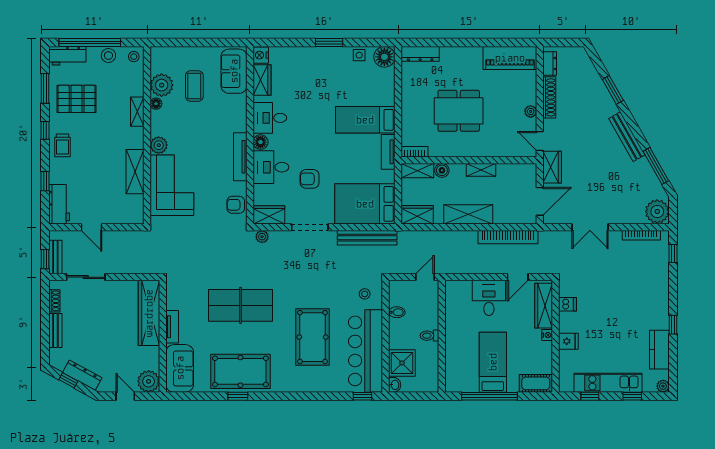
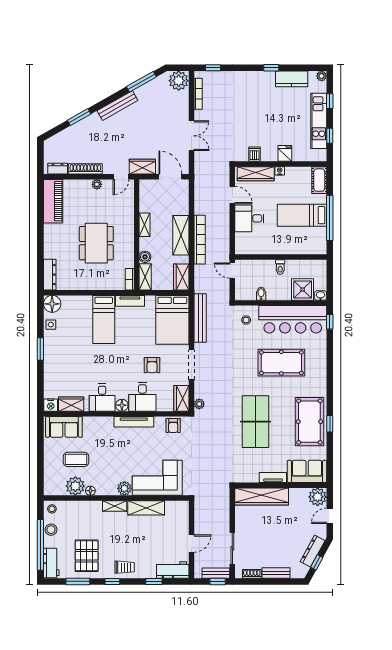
shelving: (137, 112) -> (115, 506), moved
bookcase: (508, 237) -> (200, 240), moved

